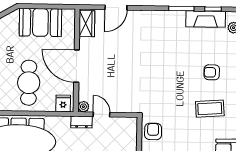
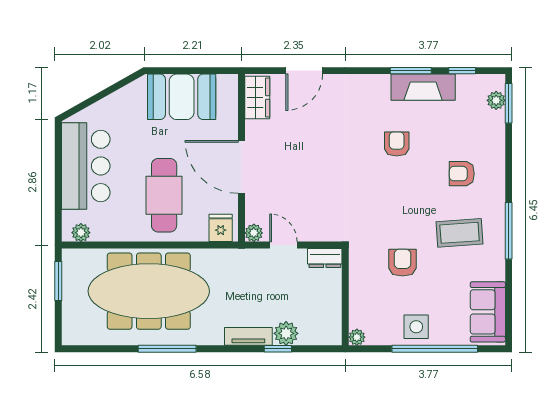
fireplace: (206, 19) -> (423, 87), moved
armchair: (172, 53) -> (397, 144), added
dresser: (82, 122) -> (325, 258), moved
armchair: (153, 131) -> (402, 263), moved

